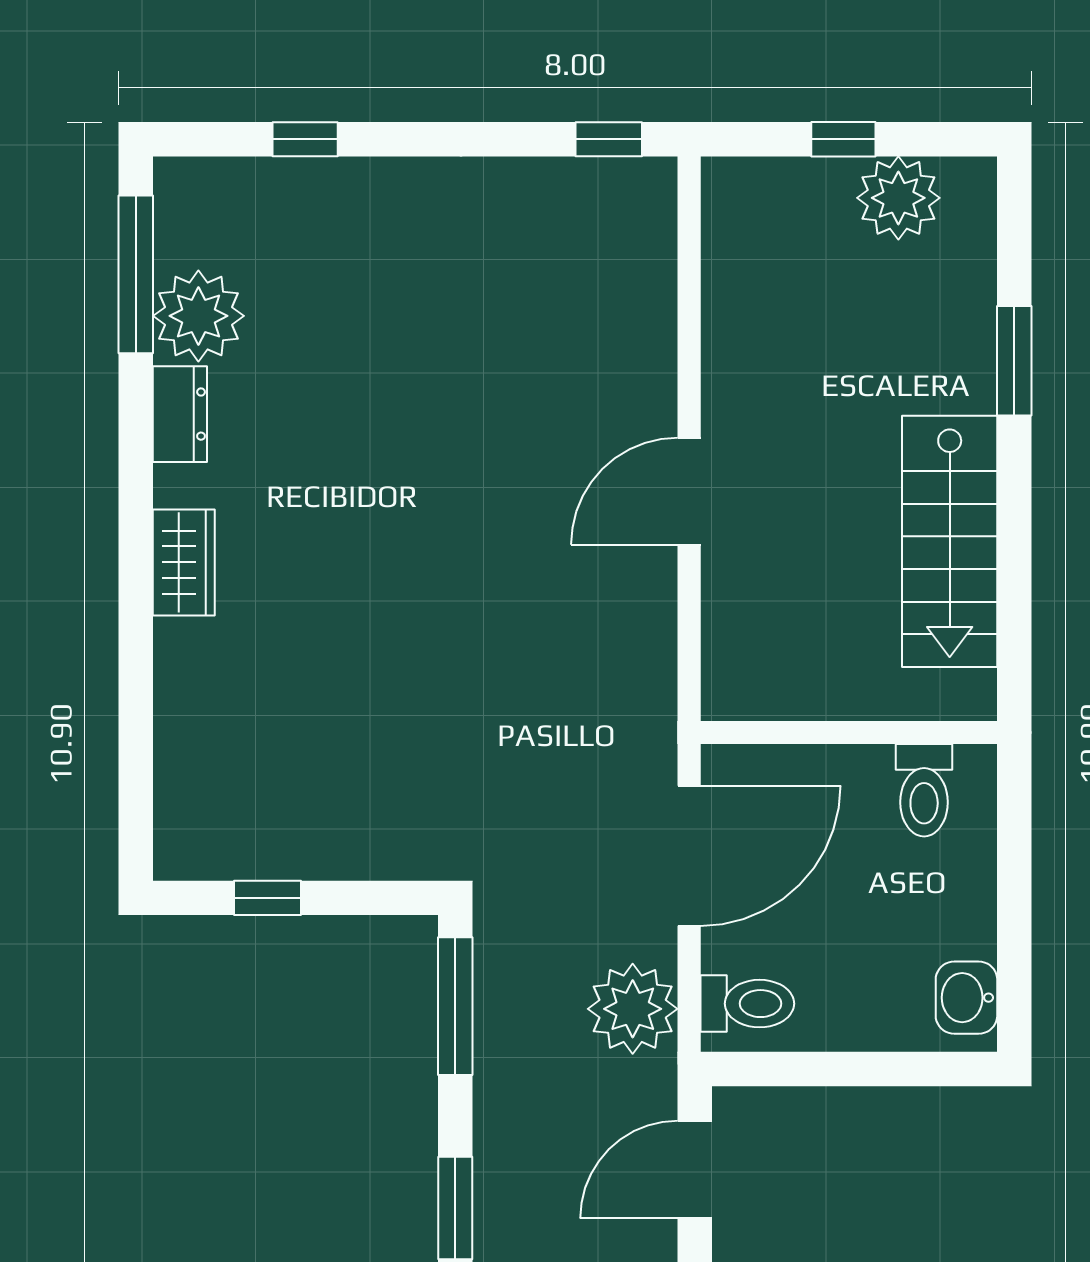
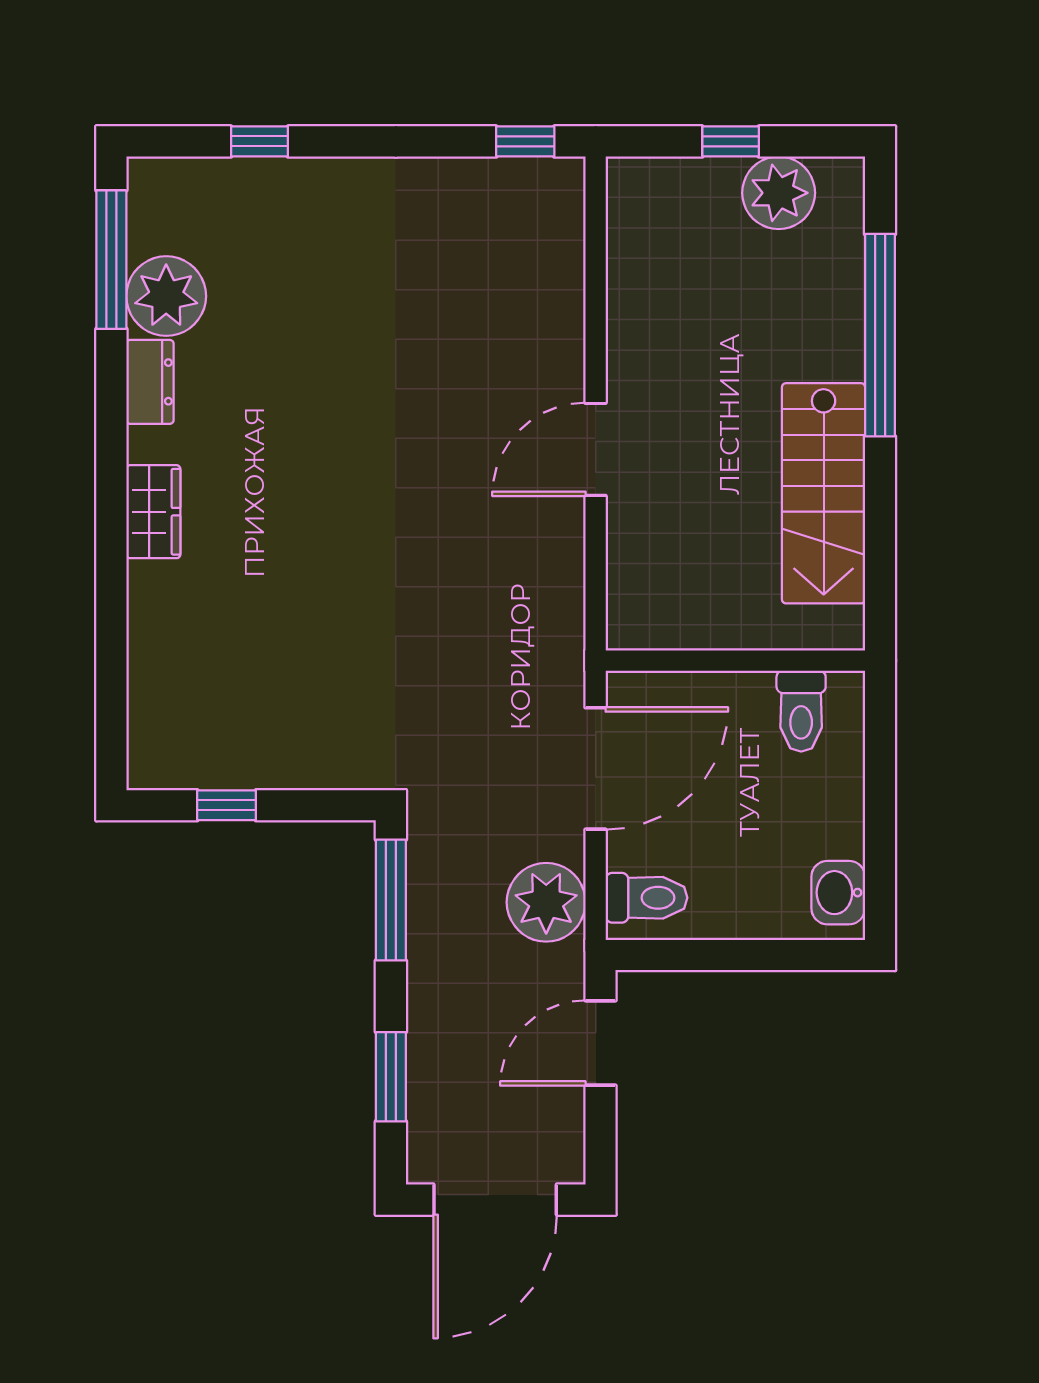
window: (1014, 361) -> (880, 335), width x2.11

